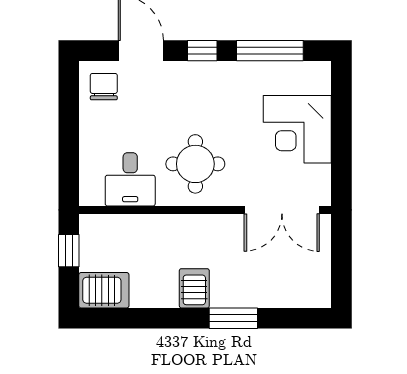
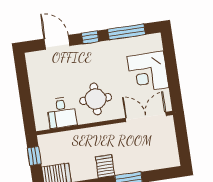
chair: (104, 87) -> (40, 65), removed
double door: (282, 210) -> (146, 117), swing flipped

